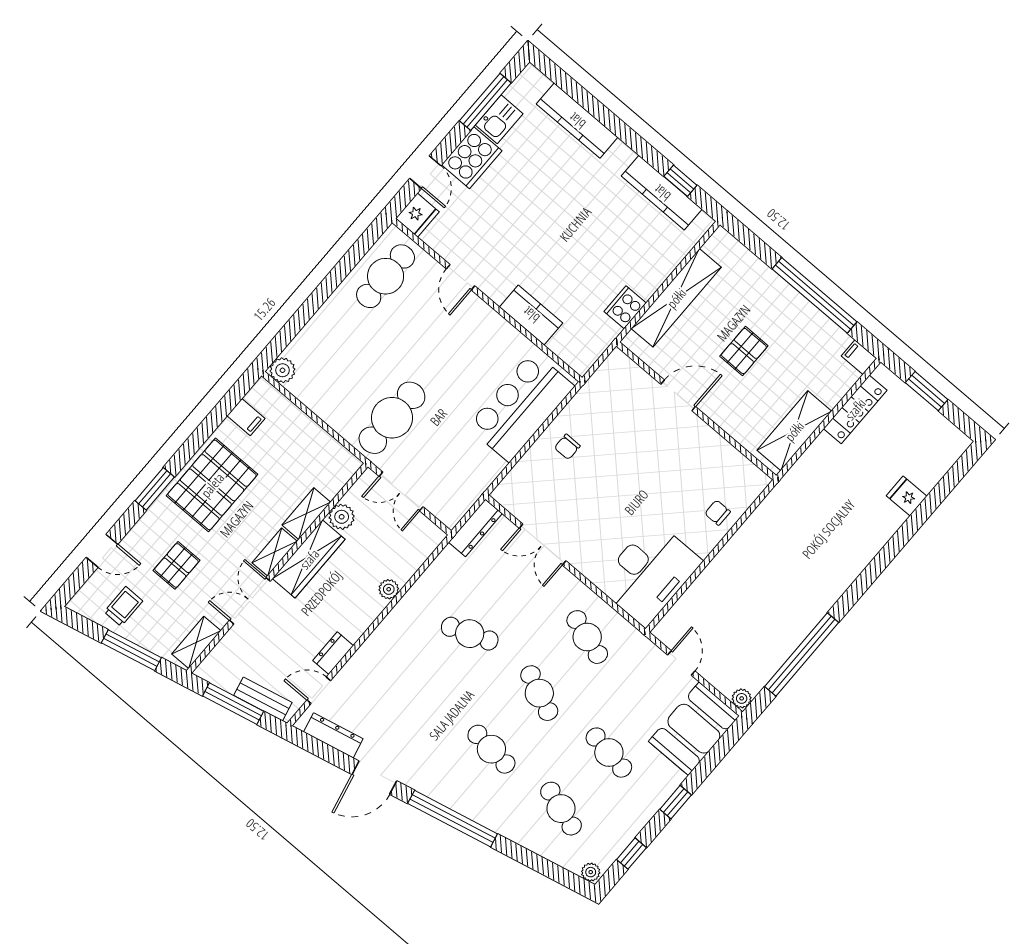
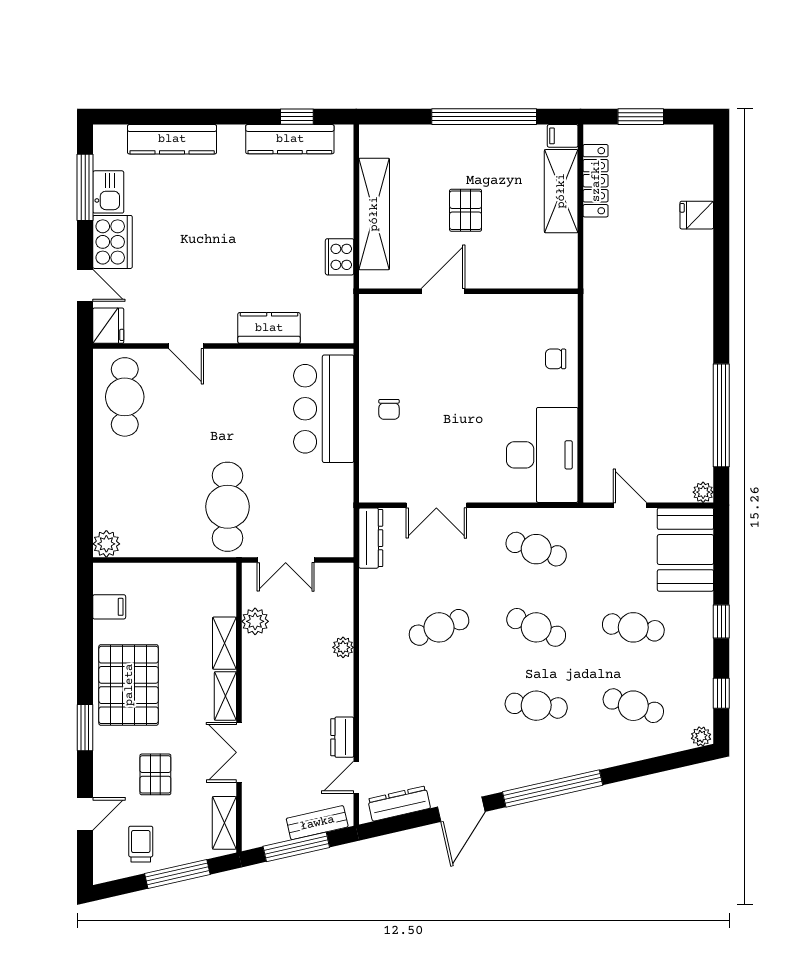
shelving: (794, 431) -> (561, 191), moved
wardrobe: (309, 559) -> (257, 678), removed

